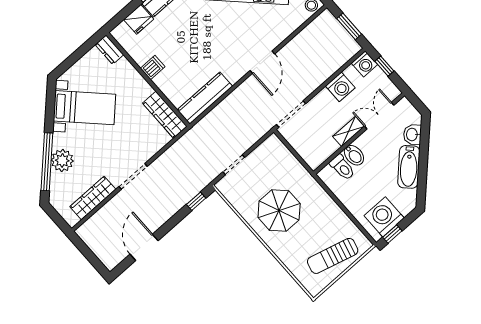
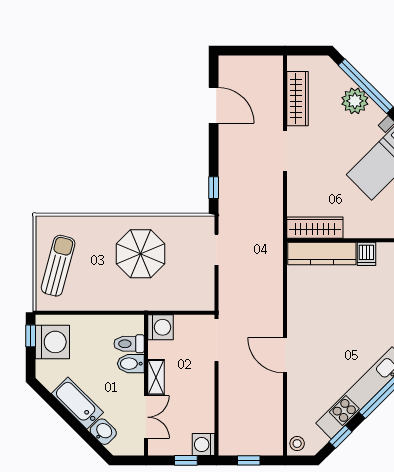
window: (349, 26) -> (249, 460), width x0.67
washing machine: (340, 87) -> (161, 327), moved, turned 180
kitchen counter: (205, 98) -> (322, 254), moved, turned 90

